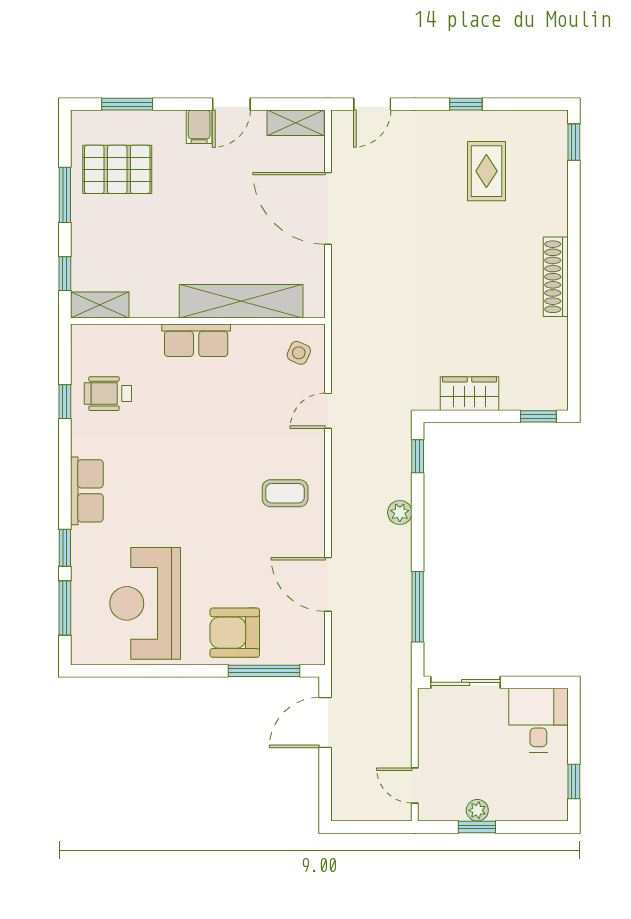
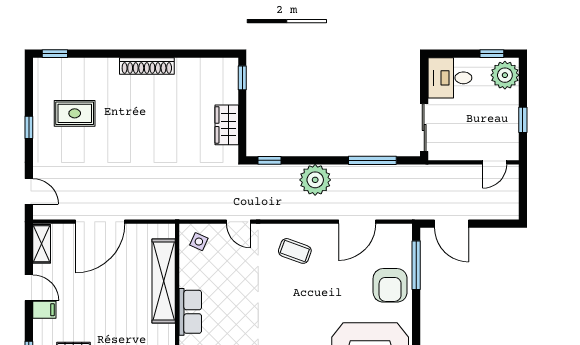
coffee table: (285, 493) -> (295, 251), turned -70
plant: (400, 513) -> (315, 180), width x1.87, depth x1.87
plant: (477, 810) -> (505, 75), moved, width x1.88, depth x1.88

